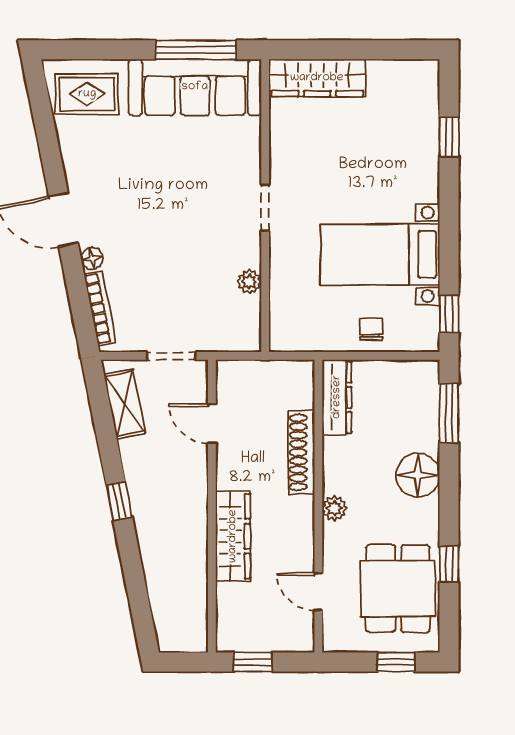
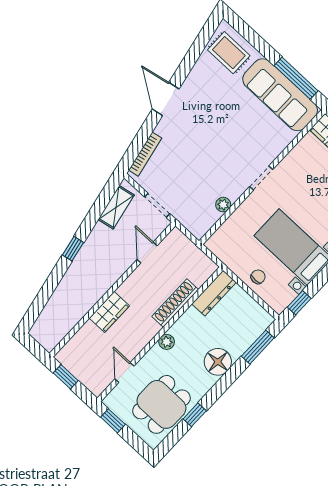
floor lamp: (92, 259) -> (162, 128), removed
wardrobe: (233, 536) -> (109, 312), width x0.67
window: (396, 662) -> (113, 421), moved

